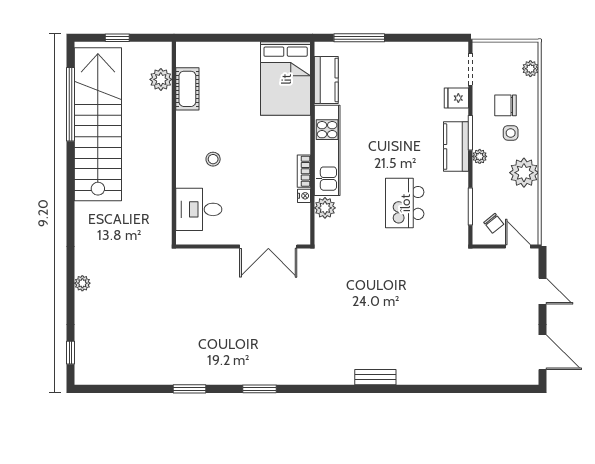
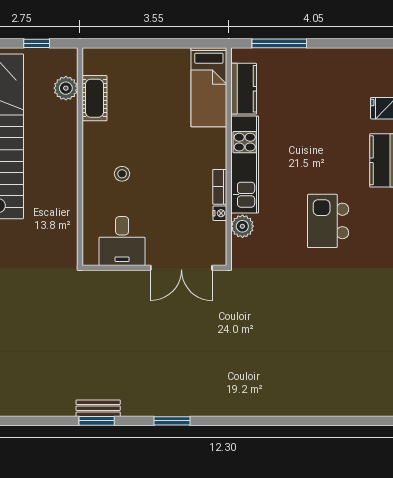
window: (117, 38) -> (37, 43), moved
bed: (286, 79) -> (209, 87), width x0.67
desk: (199, 209) -> (122, 241), moved, turned -90
bench: (375, 377) -> (98, 408), moved

